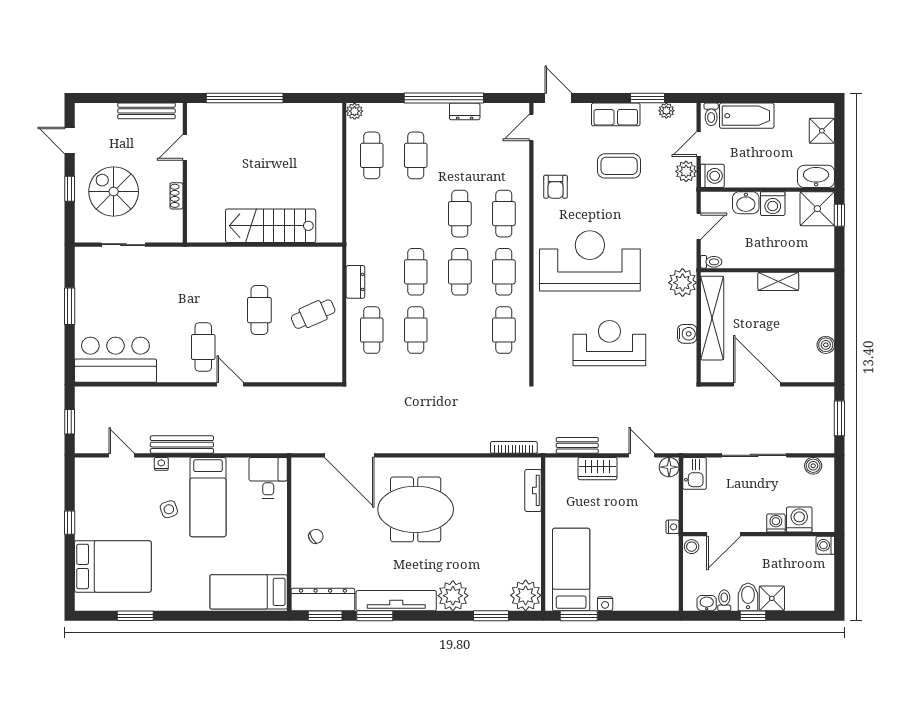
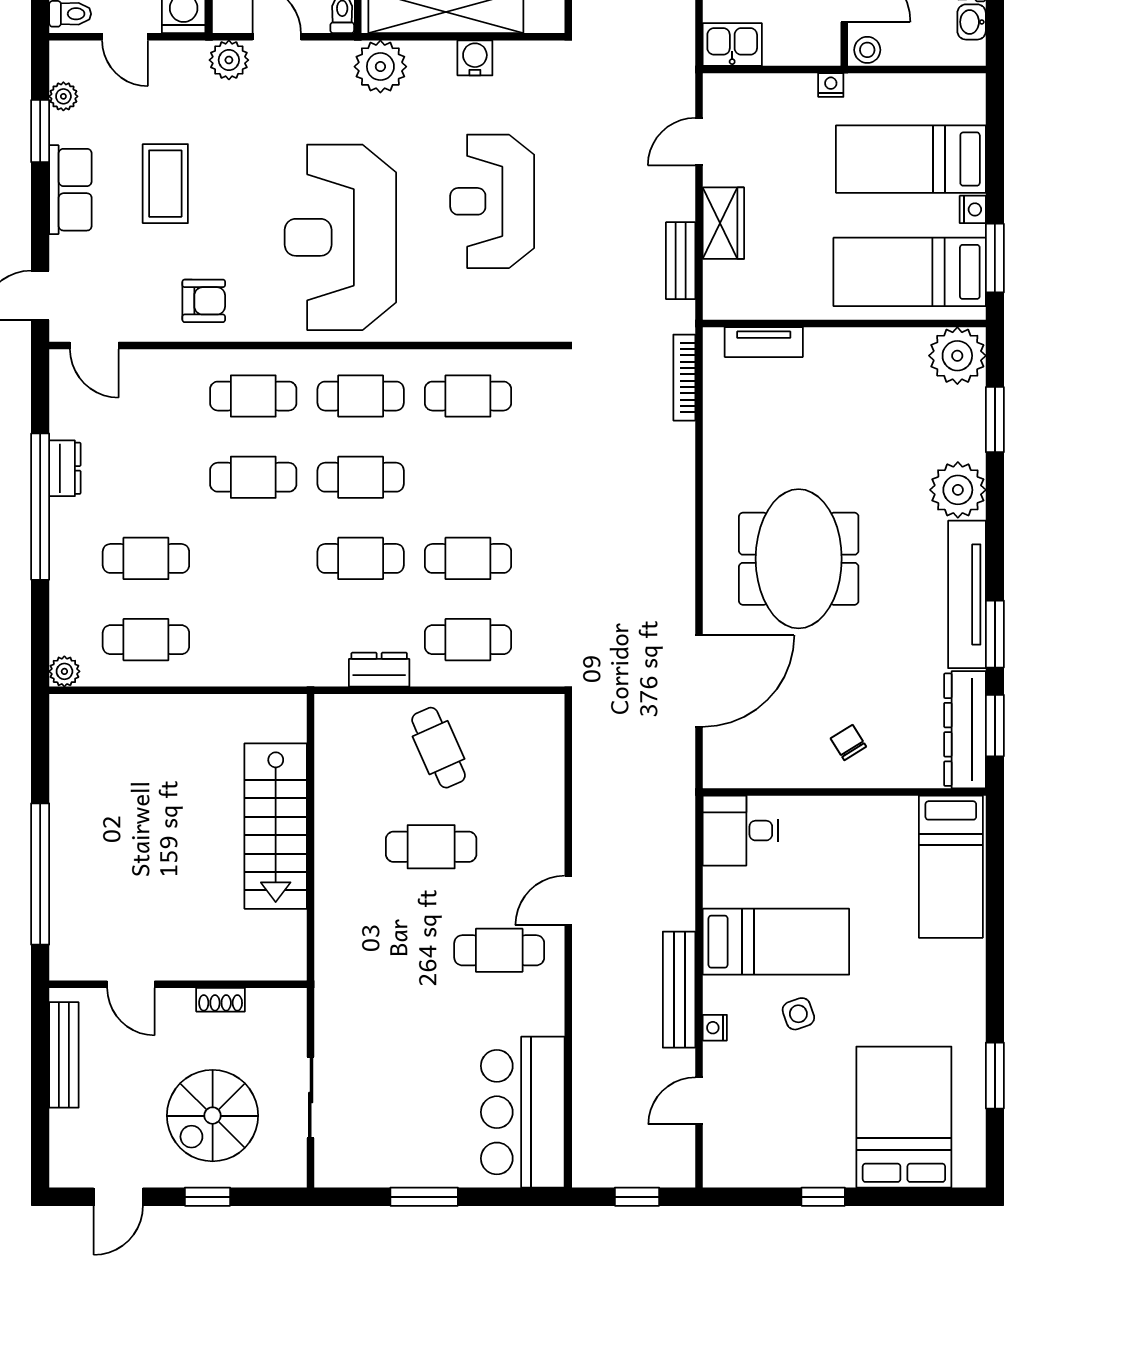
plant: (686, 171) -> (229, 60), moved
floor lamp: (669, 467) -> (721, 91), removed
bed: (632, 570) -> (911, 159), added

